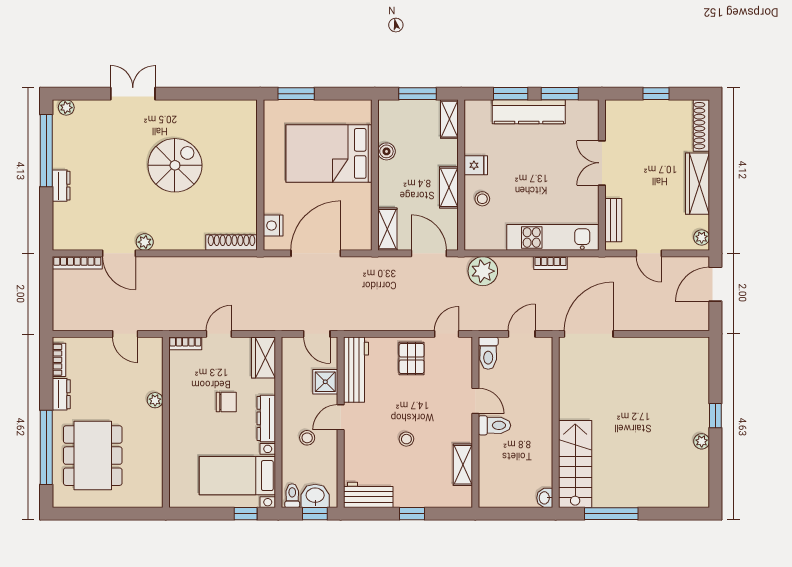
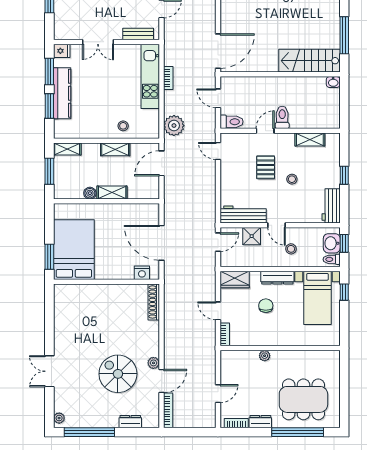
bed: (329, 153) -> (74, 250), moved, turned 180
spiral stairs: (175, 165) -> (118, 374), moved
fridge: (476, 165) -> (62, 51), moved, turned 90
dresser: (61, 186) -> (130, 422), moved
shelving: (387, 229) -> (112, 193), moved
door: (125, 334) -> (218, 394), moved
door: (589, 334) -> (218, 51), swing flipped
pallet: (412, 358) -> (266, 167), moved, turned 90

